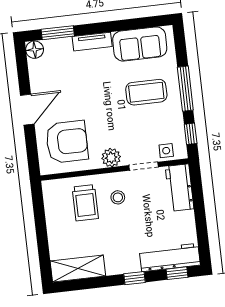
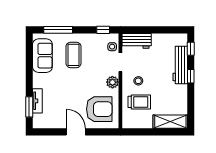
tv unit: (92, 42) -> (37, 101), moved
floor lamp: (35, 50) -> (38, 123), removed
window: (185, 89) -> (58, 30), moved
armchair: (67, 142) -> (99, 109), turned 90
workbench: (170, 257) -> (180, 65), moved
shelving: (78, 269) -> (170, 122), moved, turned 90

